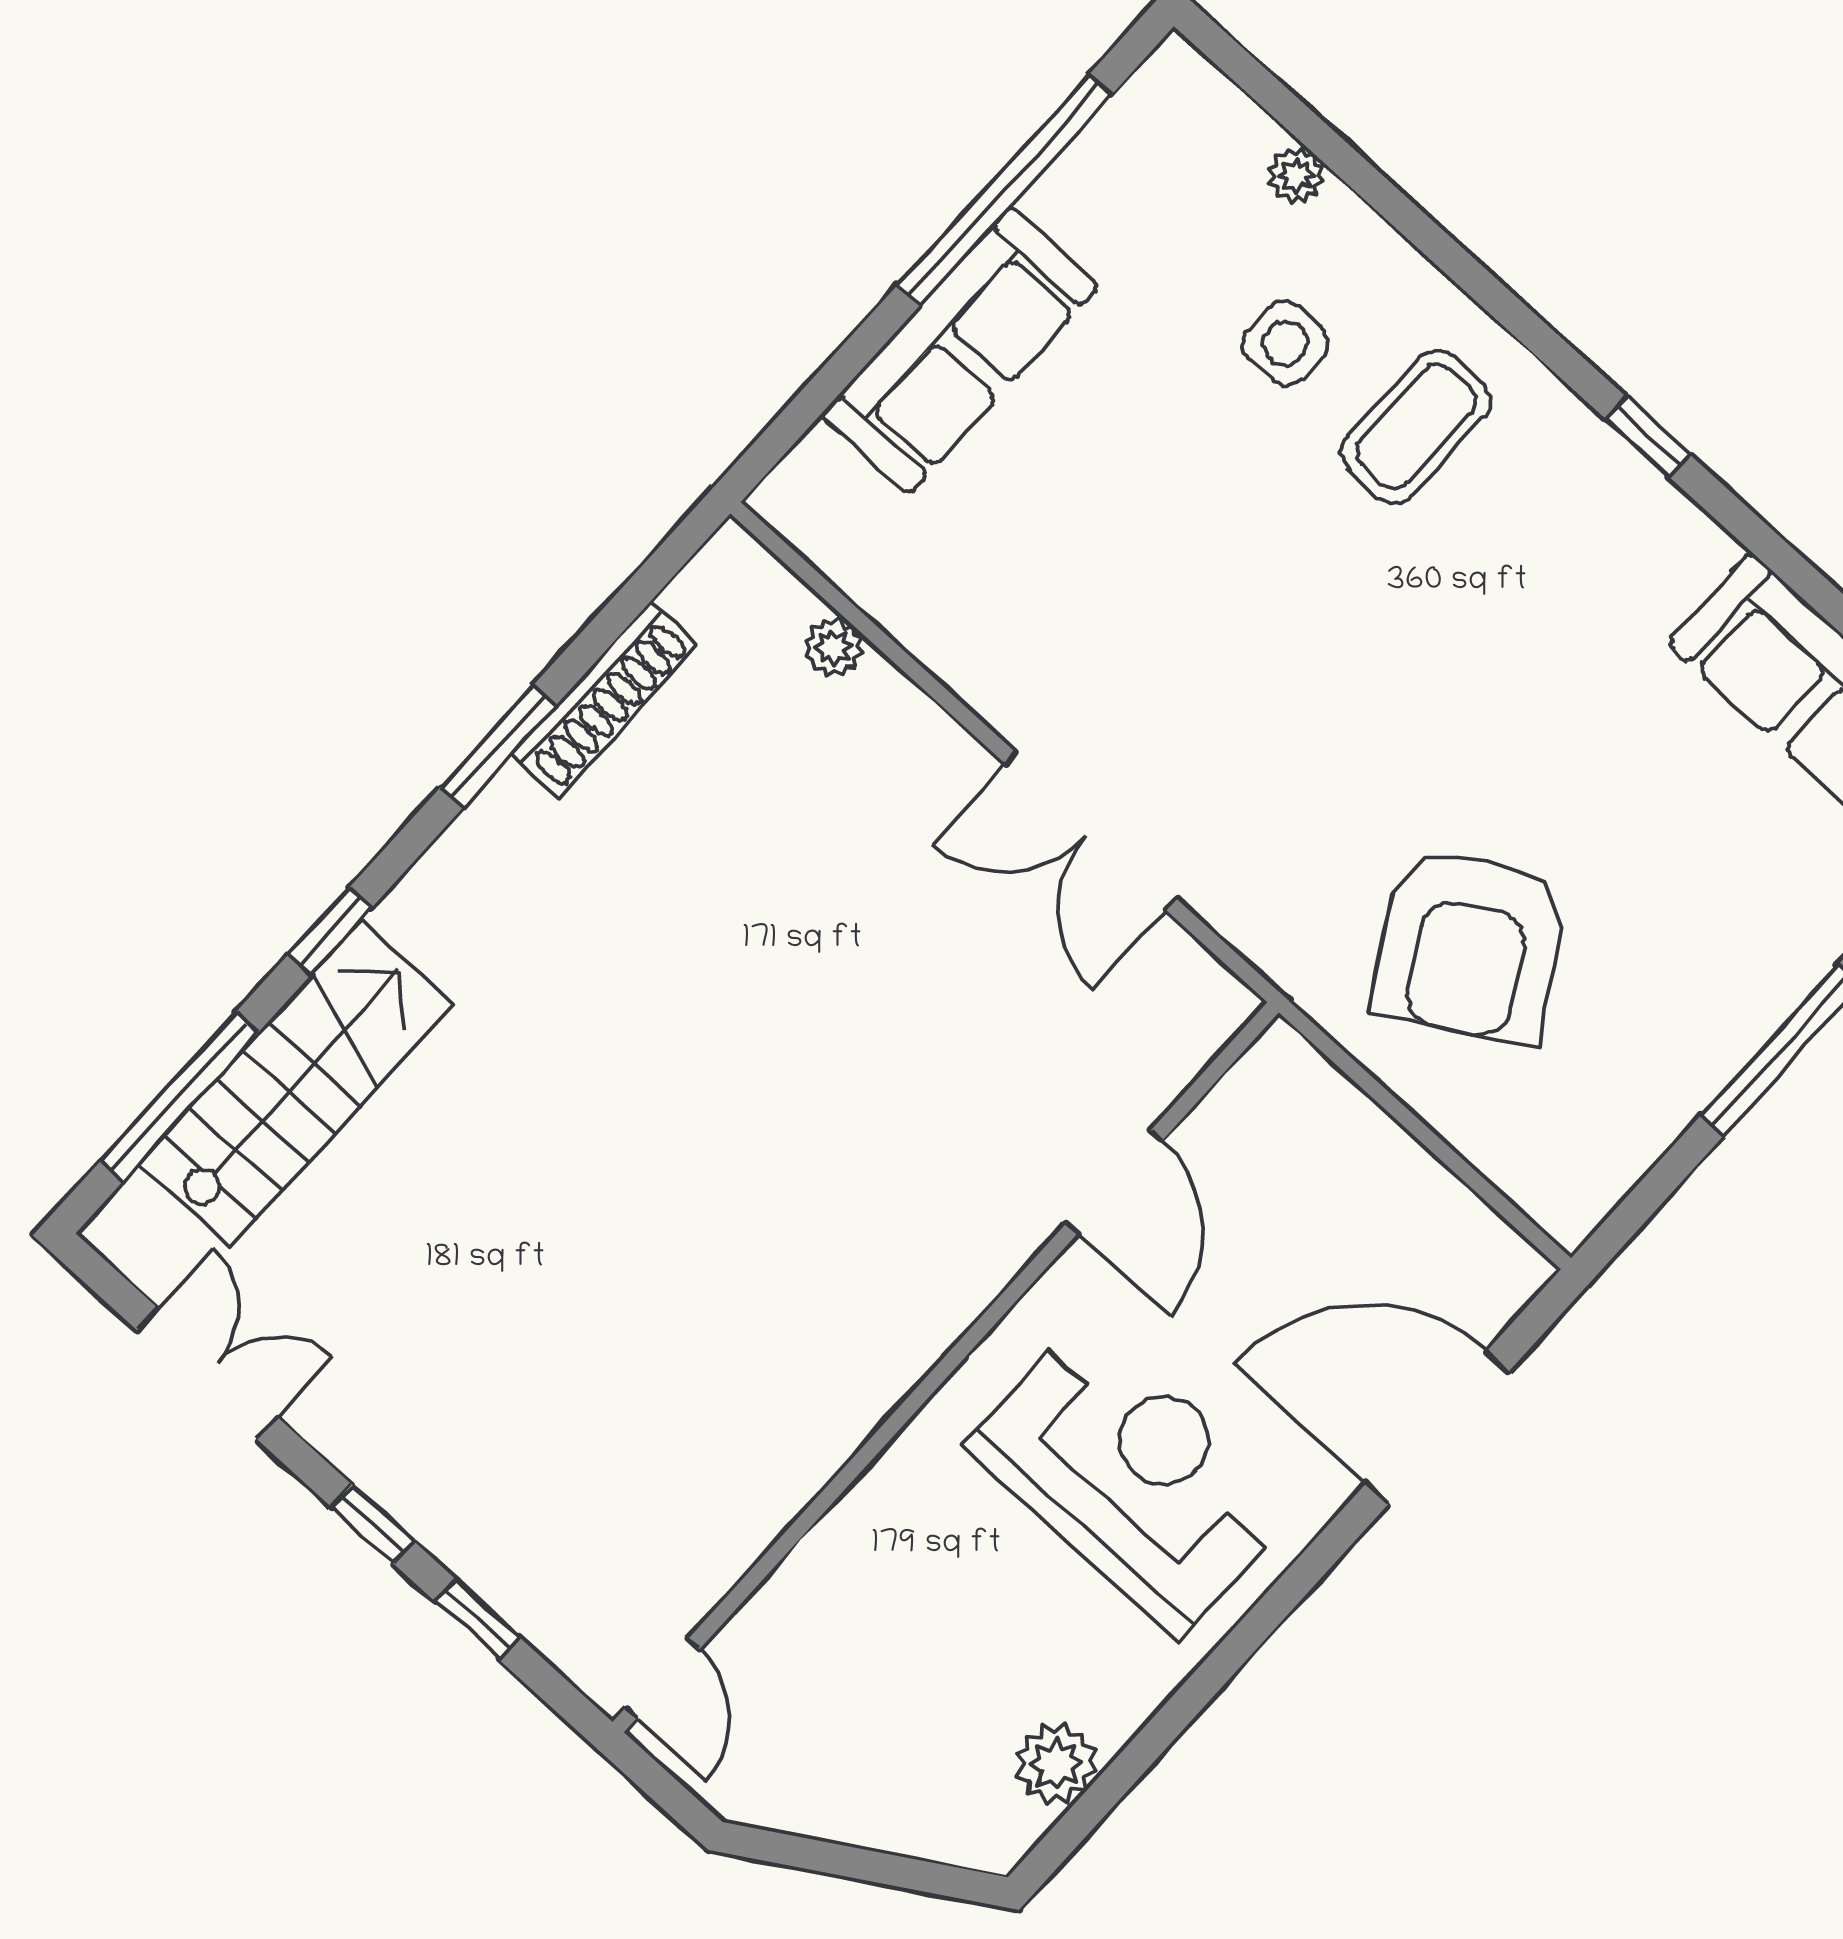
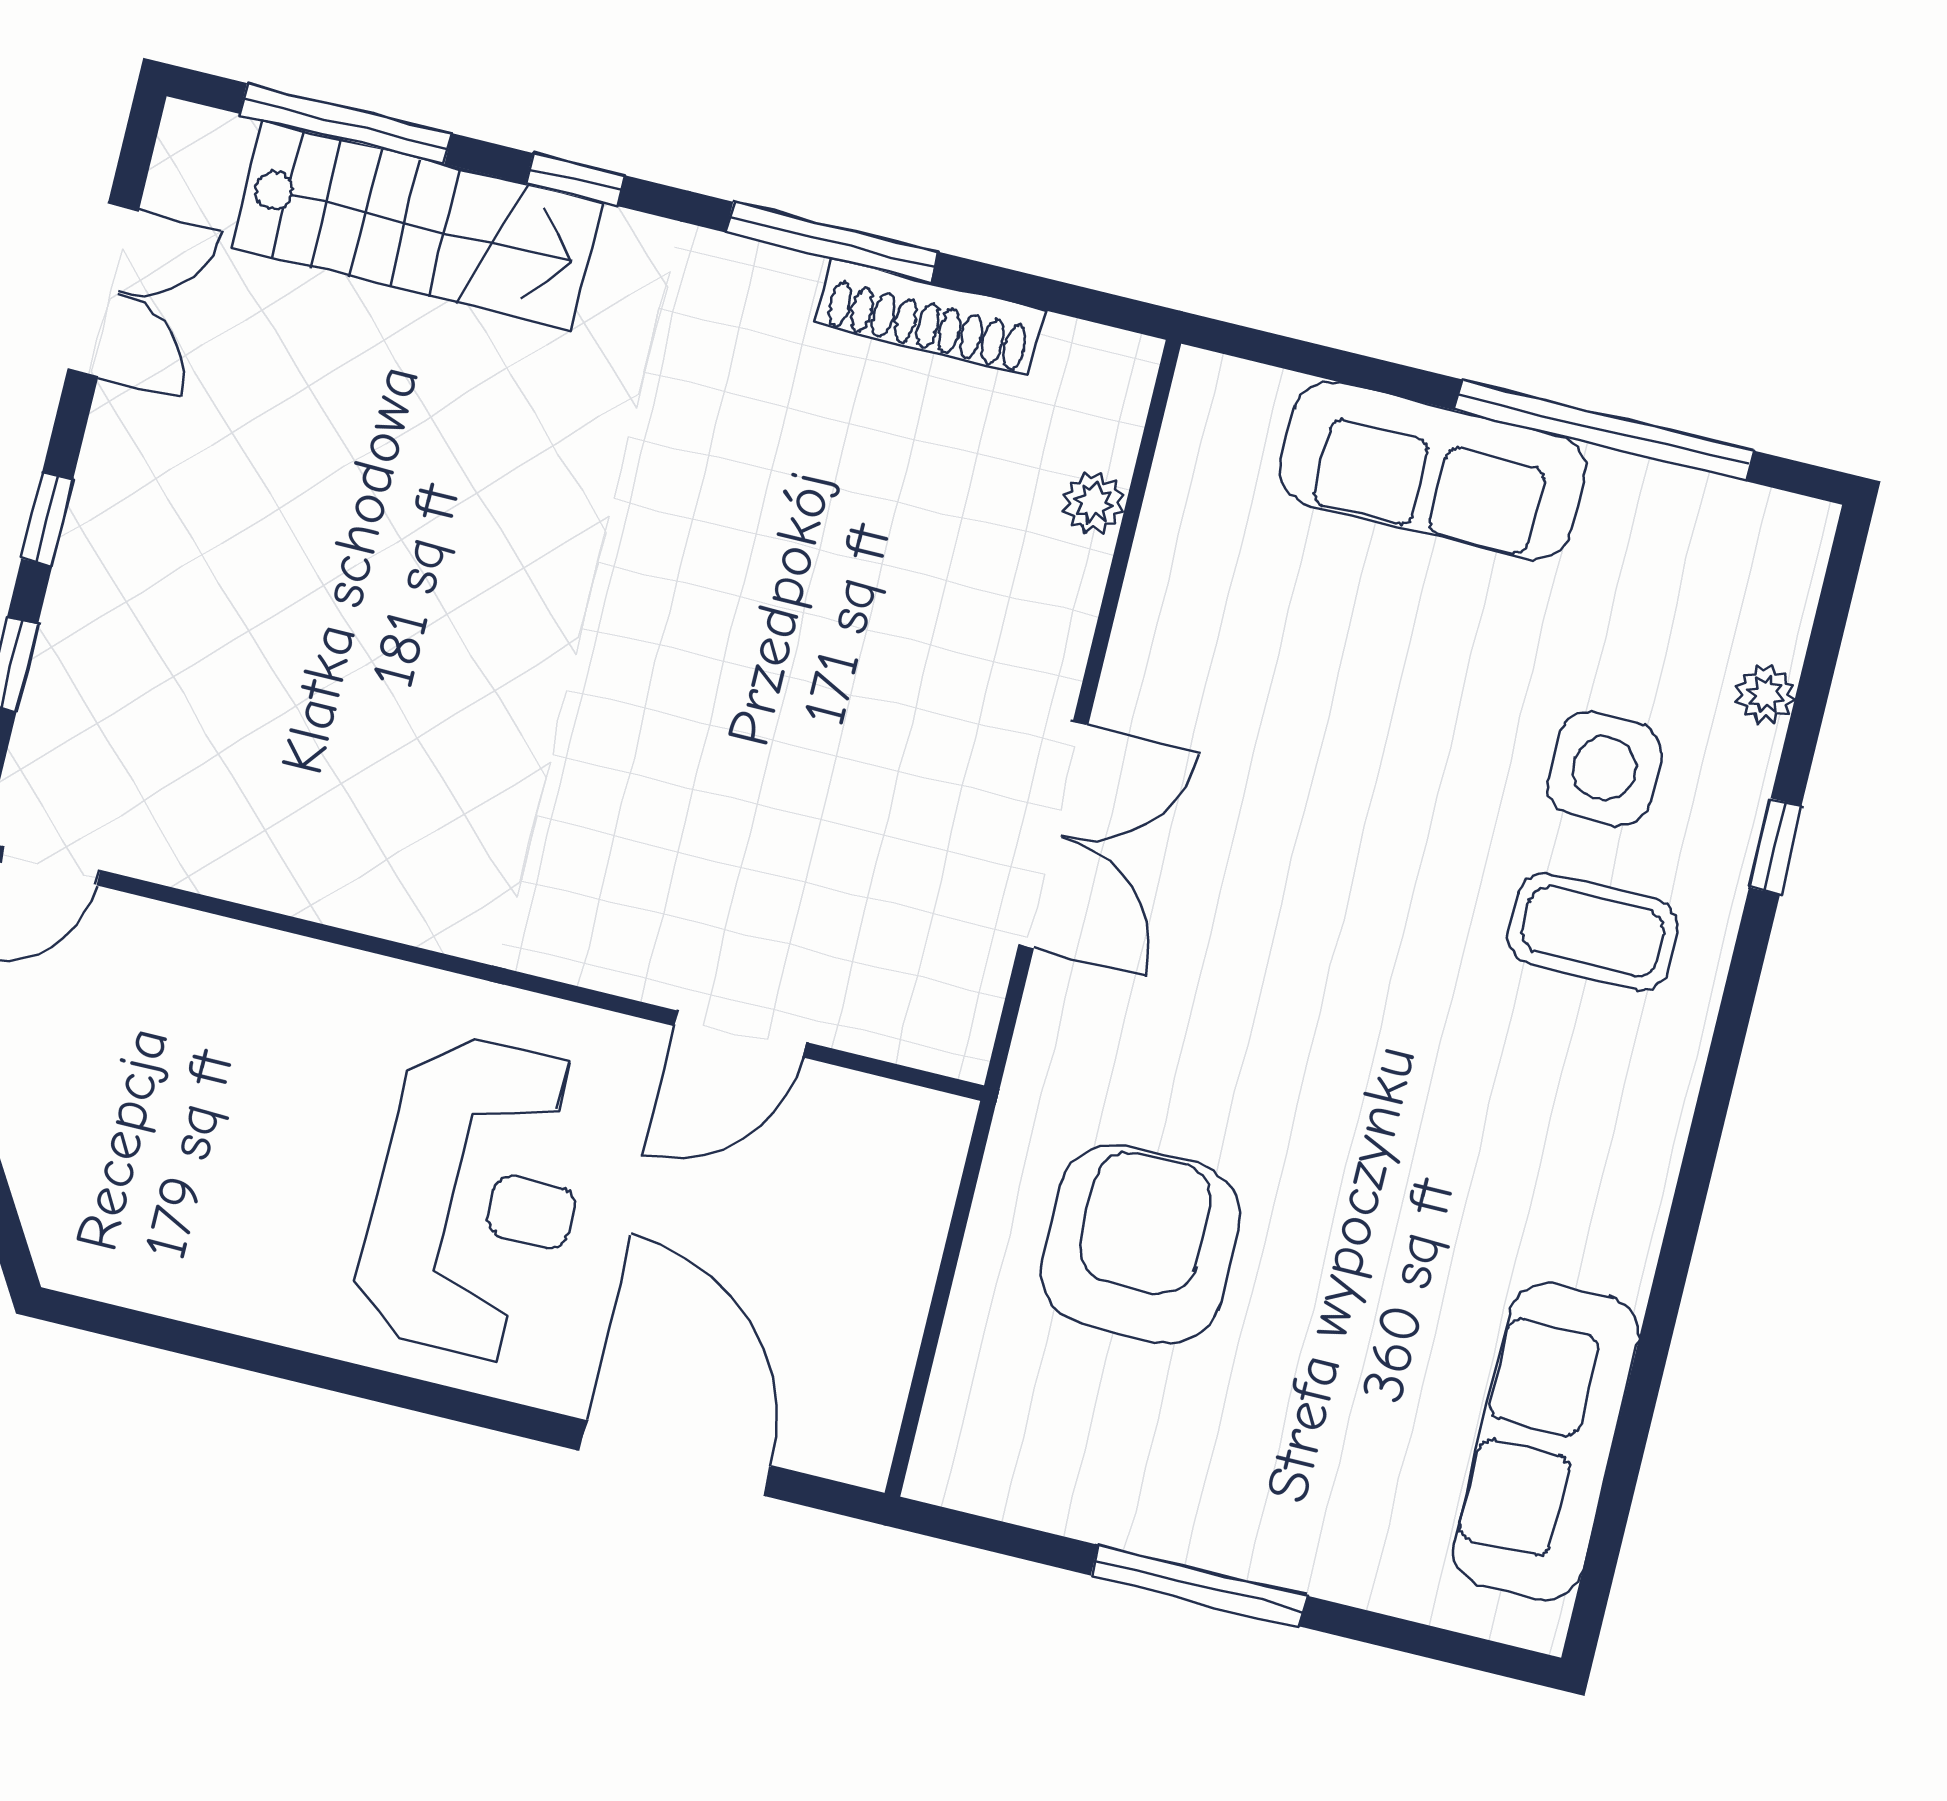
side table: (1285, 343) -> (1604, 769), width x1.37, depth x1.37
window: (1648, 437) -> (1775, 846), moved
window: (498, 747) -> (832, 242), width x1.44
double door: (1091, 831) -> (1053, 835), swing flipped
armchair: (1470, 944) -> (1140, 1244), turned 121
plant: (1056, 1764) -> (171, 1274), removed

